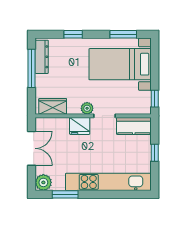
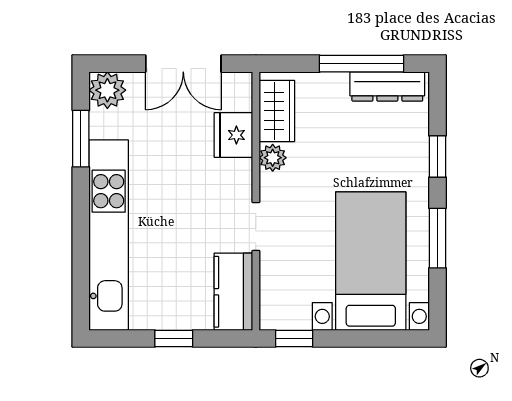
window: (123, 34) -> (437, 238), moved
plant: (87, 108) -> (273, 158), moved
fridge: (80, 126) -> (233, 135), moved

